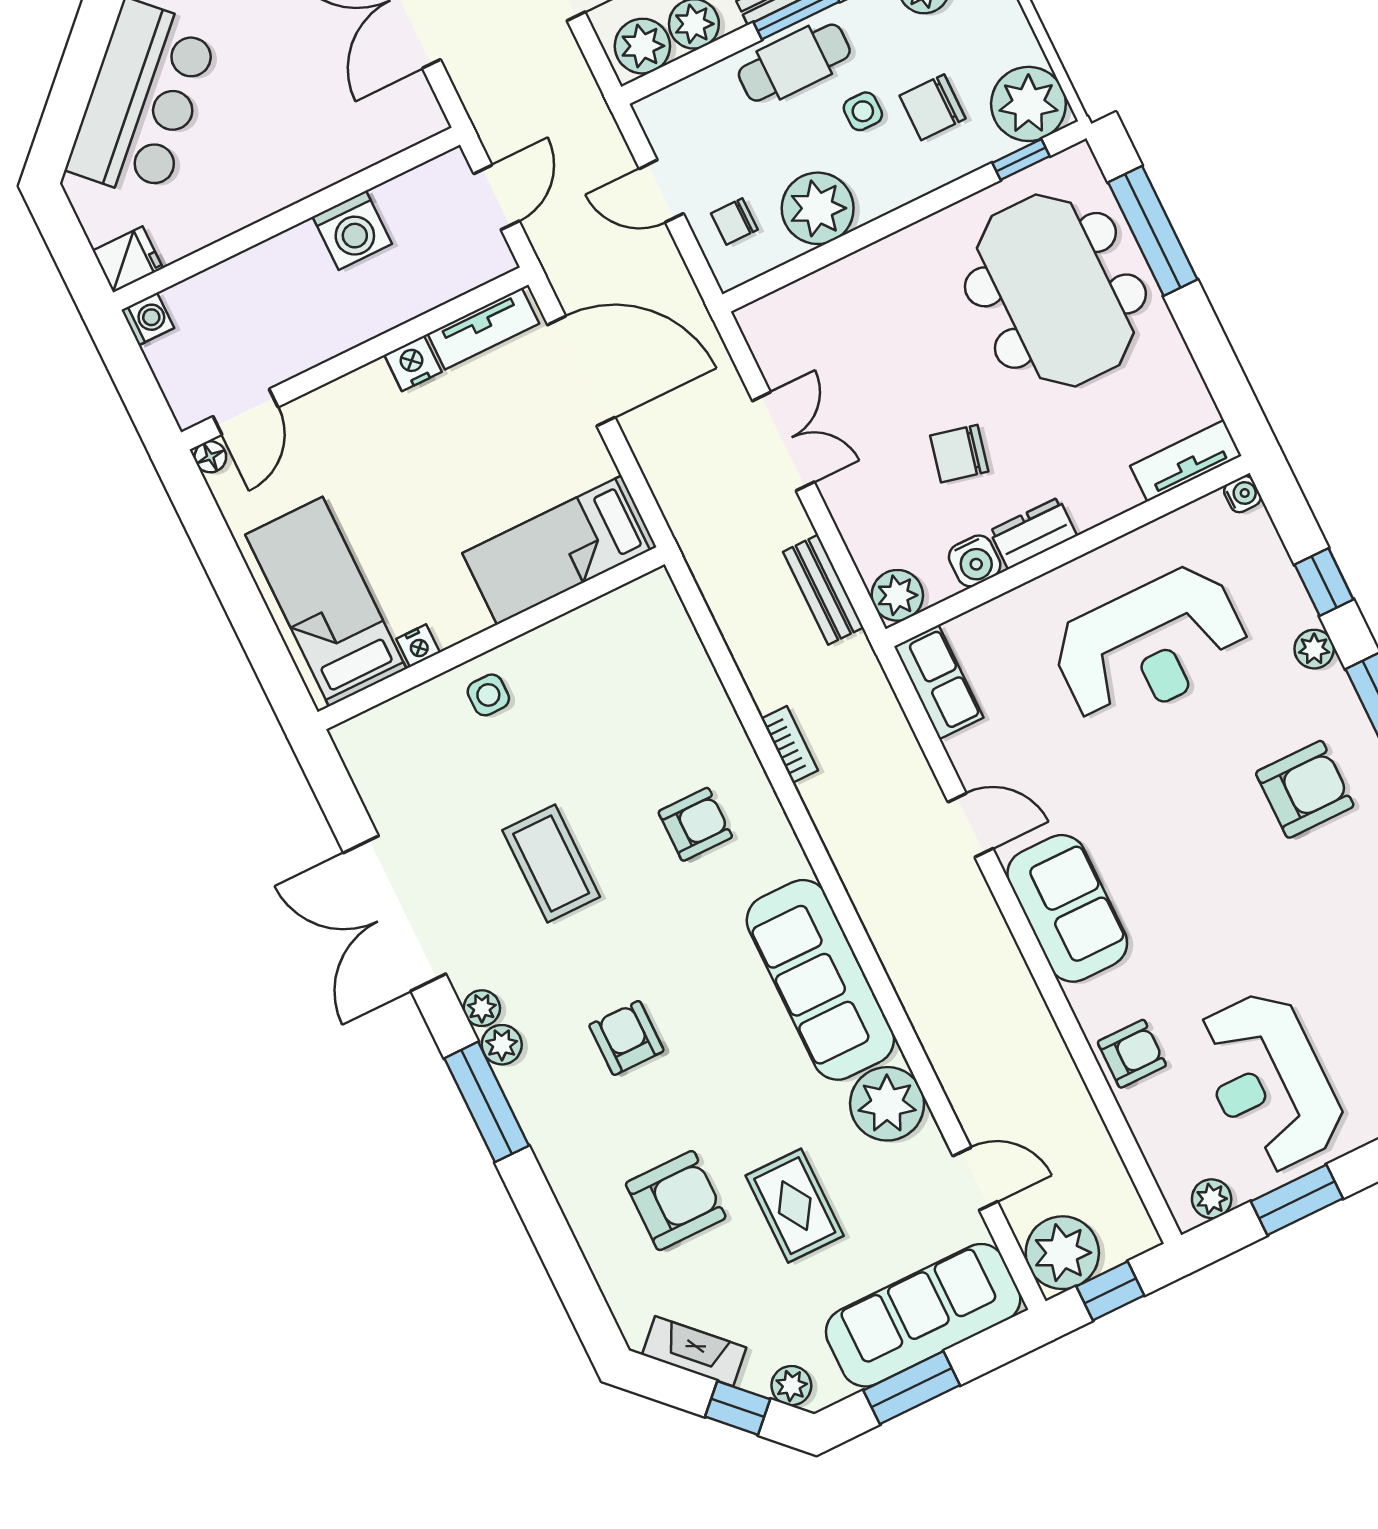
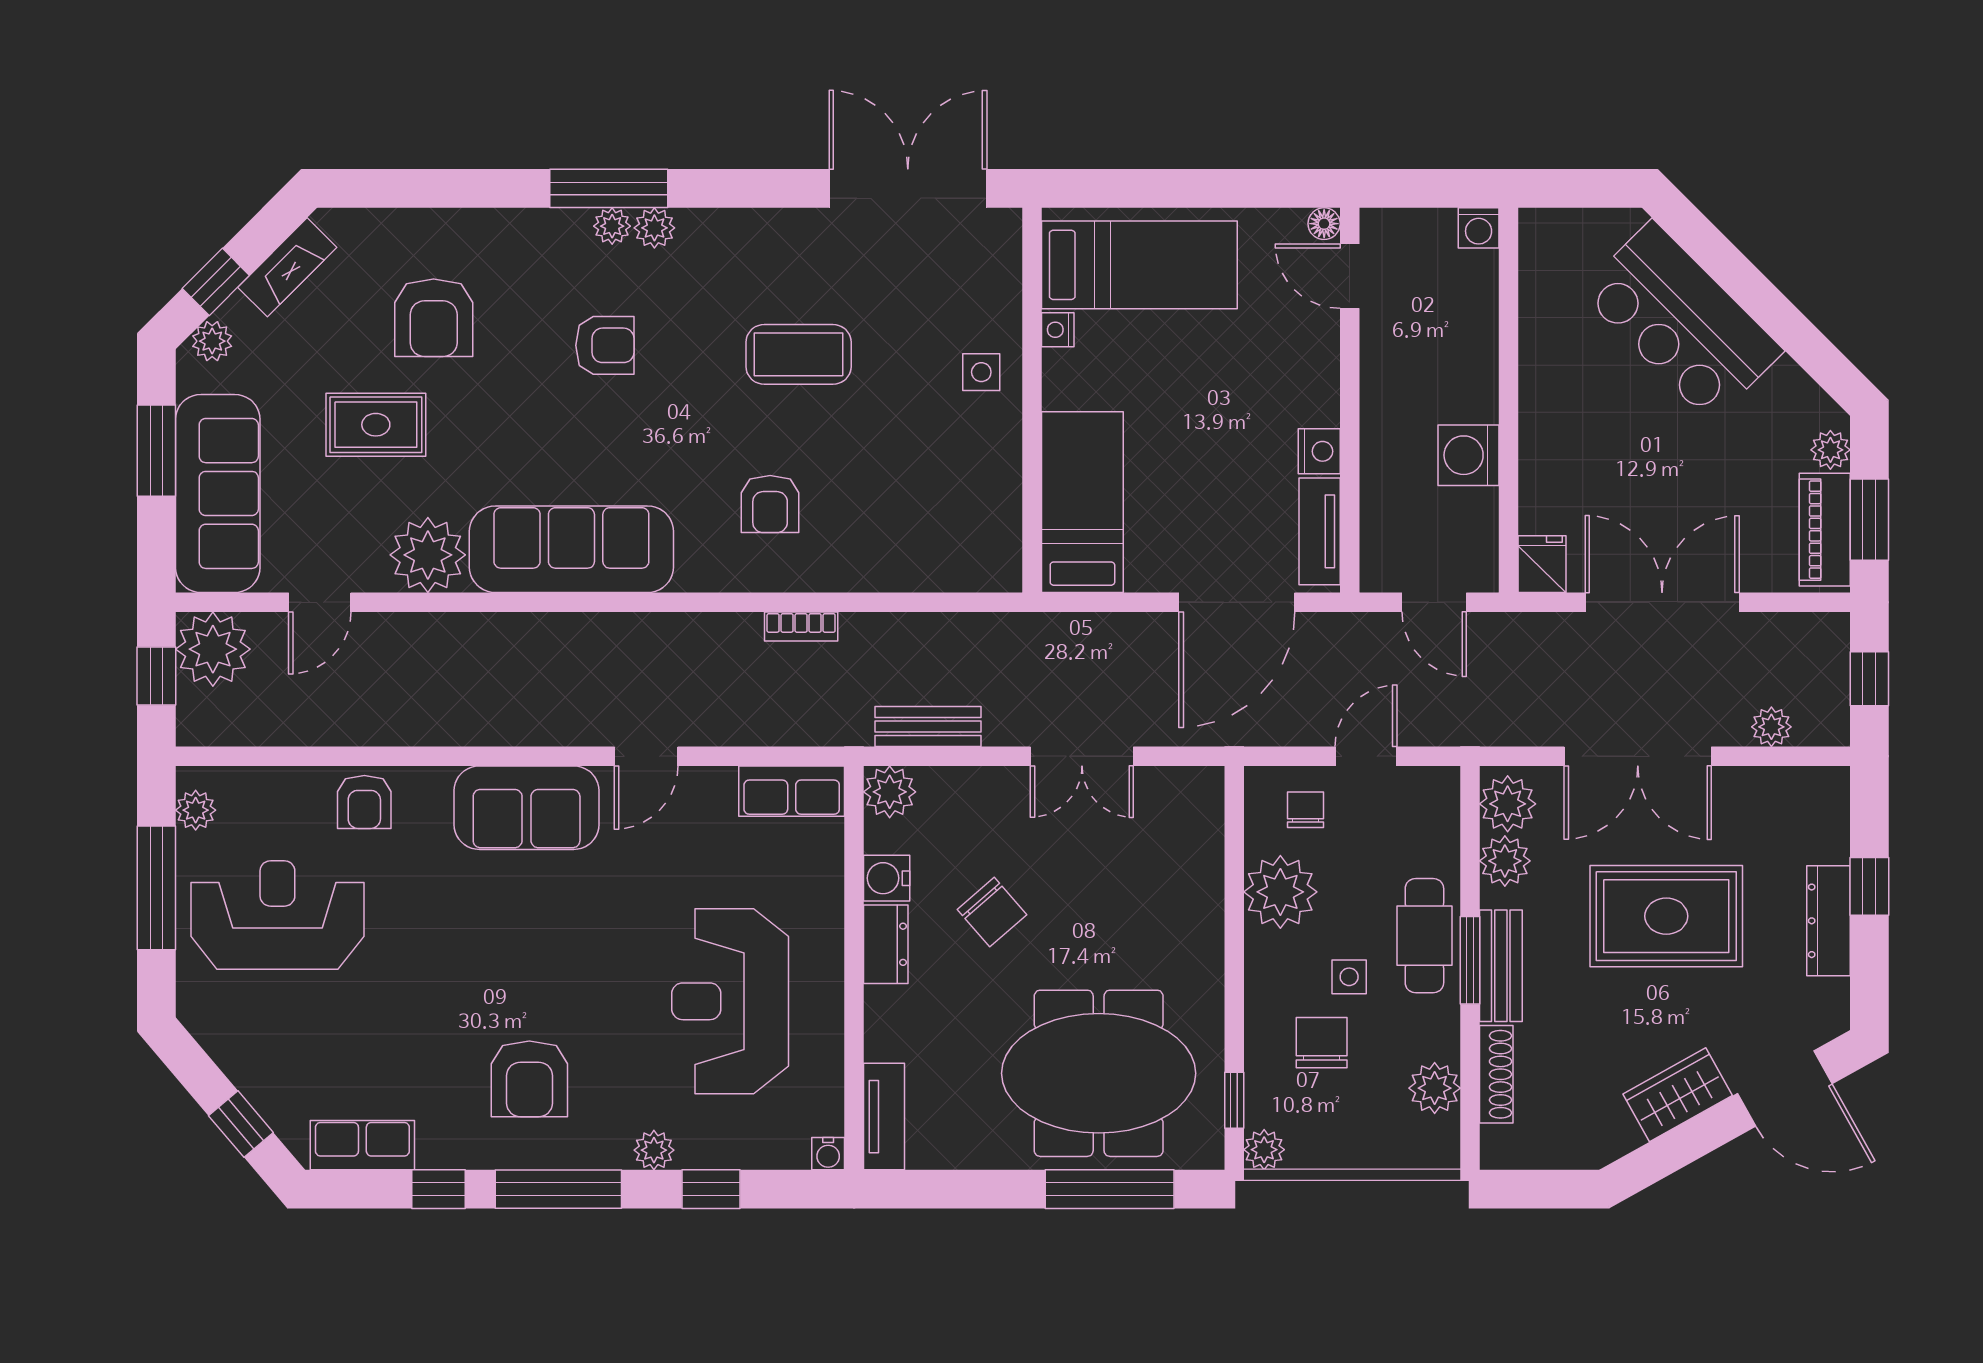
plant: (1028, 104) -> (1264, 1150), width x0.53, depth x0.53
fridge: (128, 260) -> (1542, 564), moved, turned 180
chair: (959, 454) -> (992, 912), turned 126
double door: (395, 913) -> (908, 188), moved
plant: (482, 1008) -> (612, 226), moved
window: (1297, 1200) -> (156, 888), width x1.44

